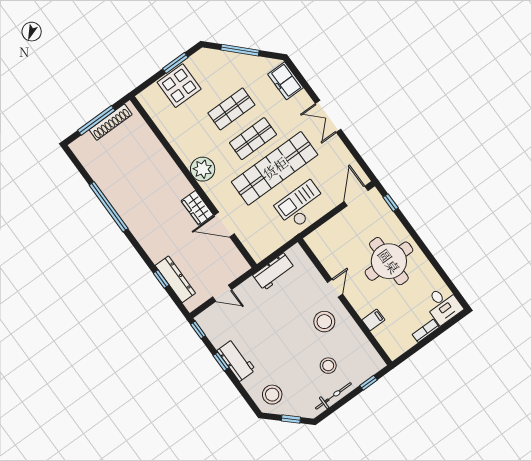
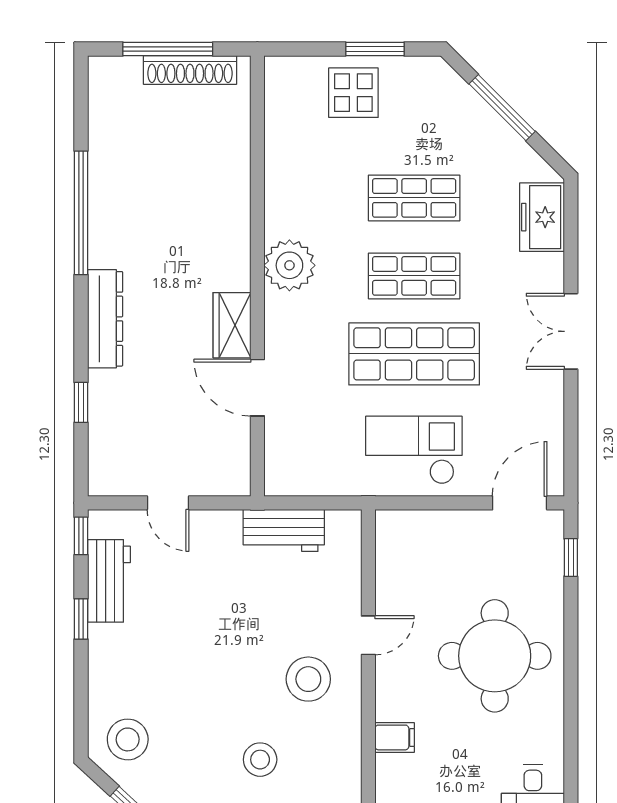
display table: (179, 86) -> (353, 93), width x0.73, depth x0.73
shop shelf: (275, 168) -> (414, 354), width x0.71
dresser: (175, 279) -> (105, 319), moved
workbench: (236, 360) -> (109, 581), moved

